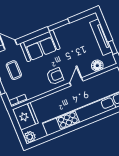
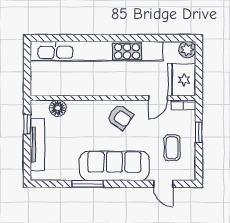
sofa: (40, 46) -> (114, 166), width x1.36
armchair: (55, 76) -> (120, 117), turned -145
door: (76, 82) -> (158, 98), moved

